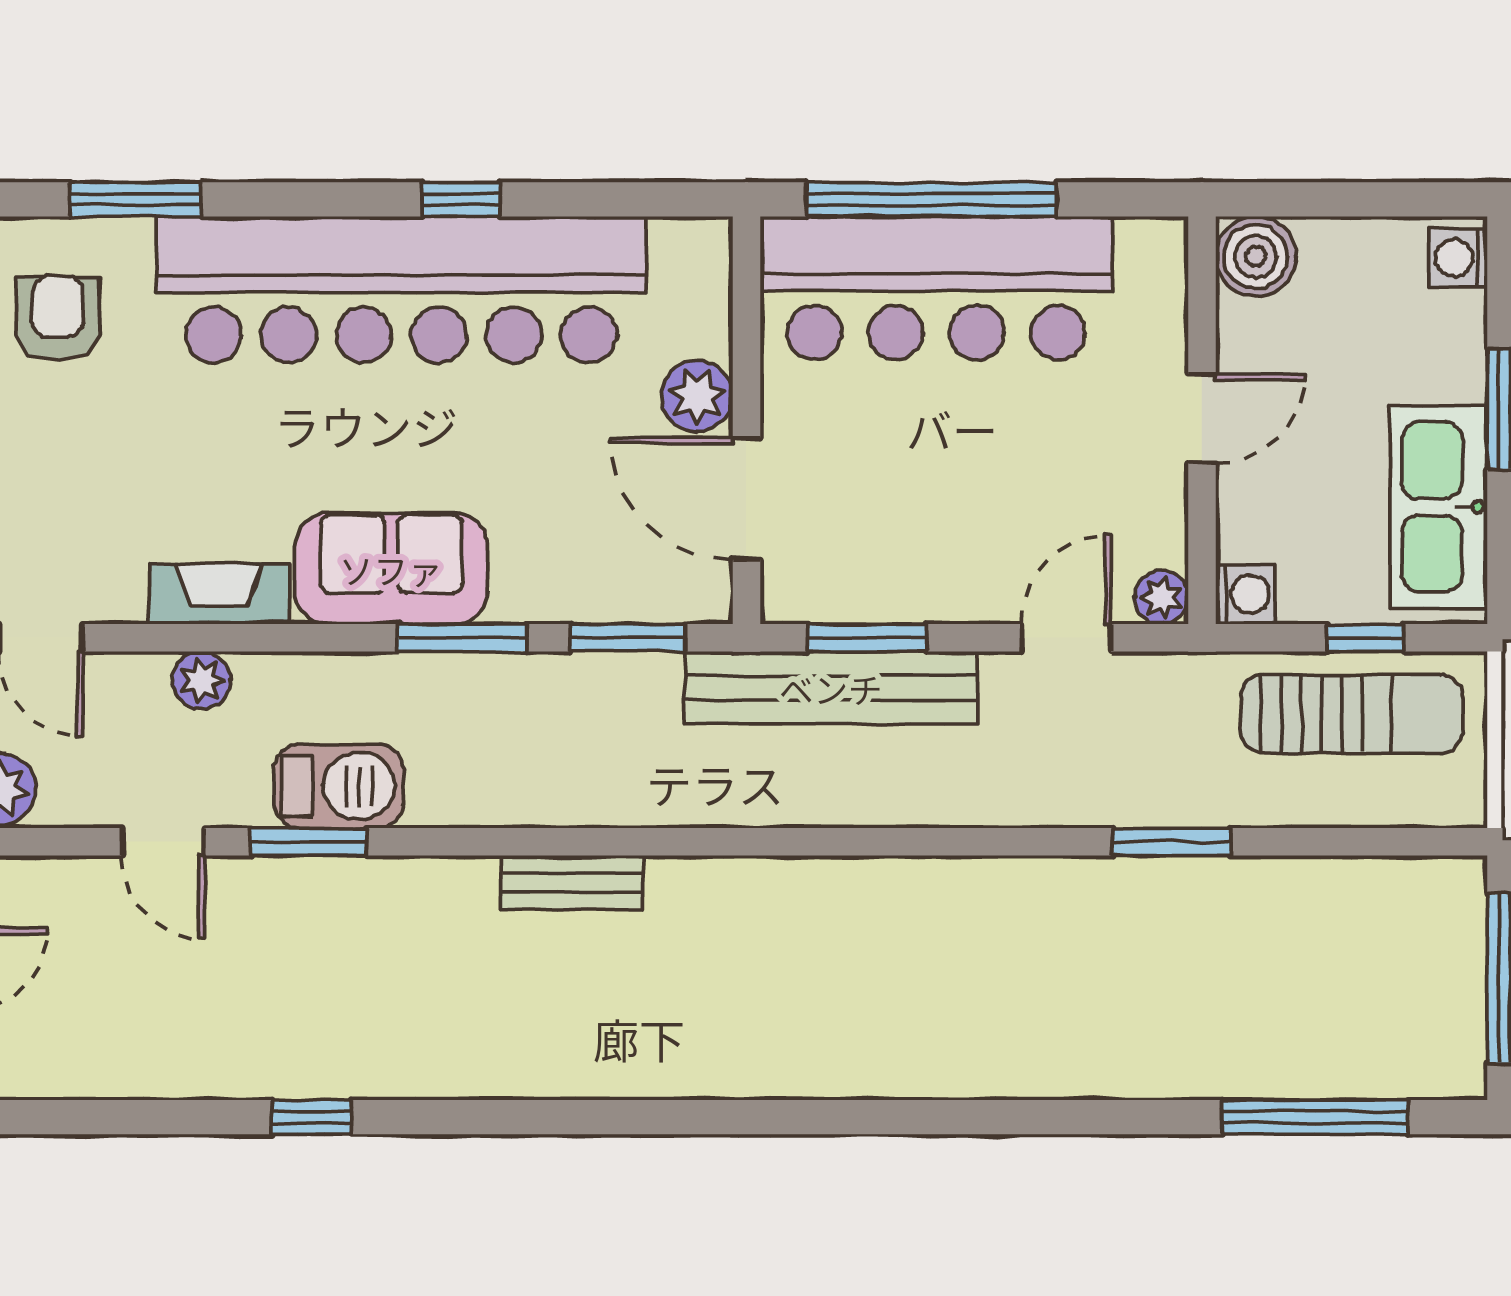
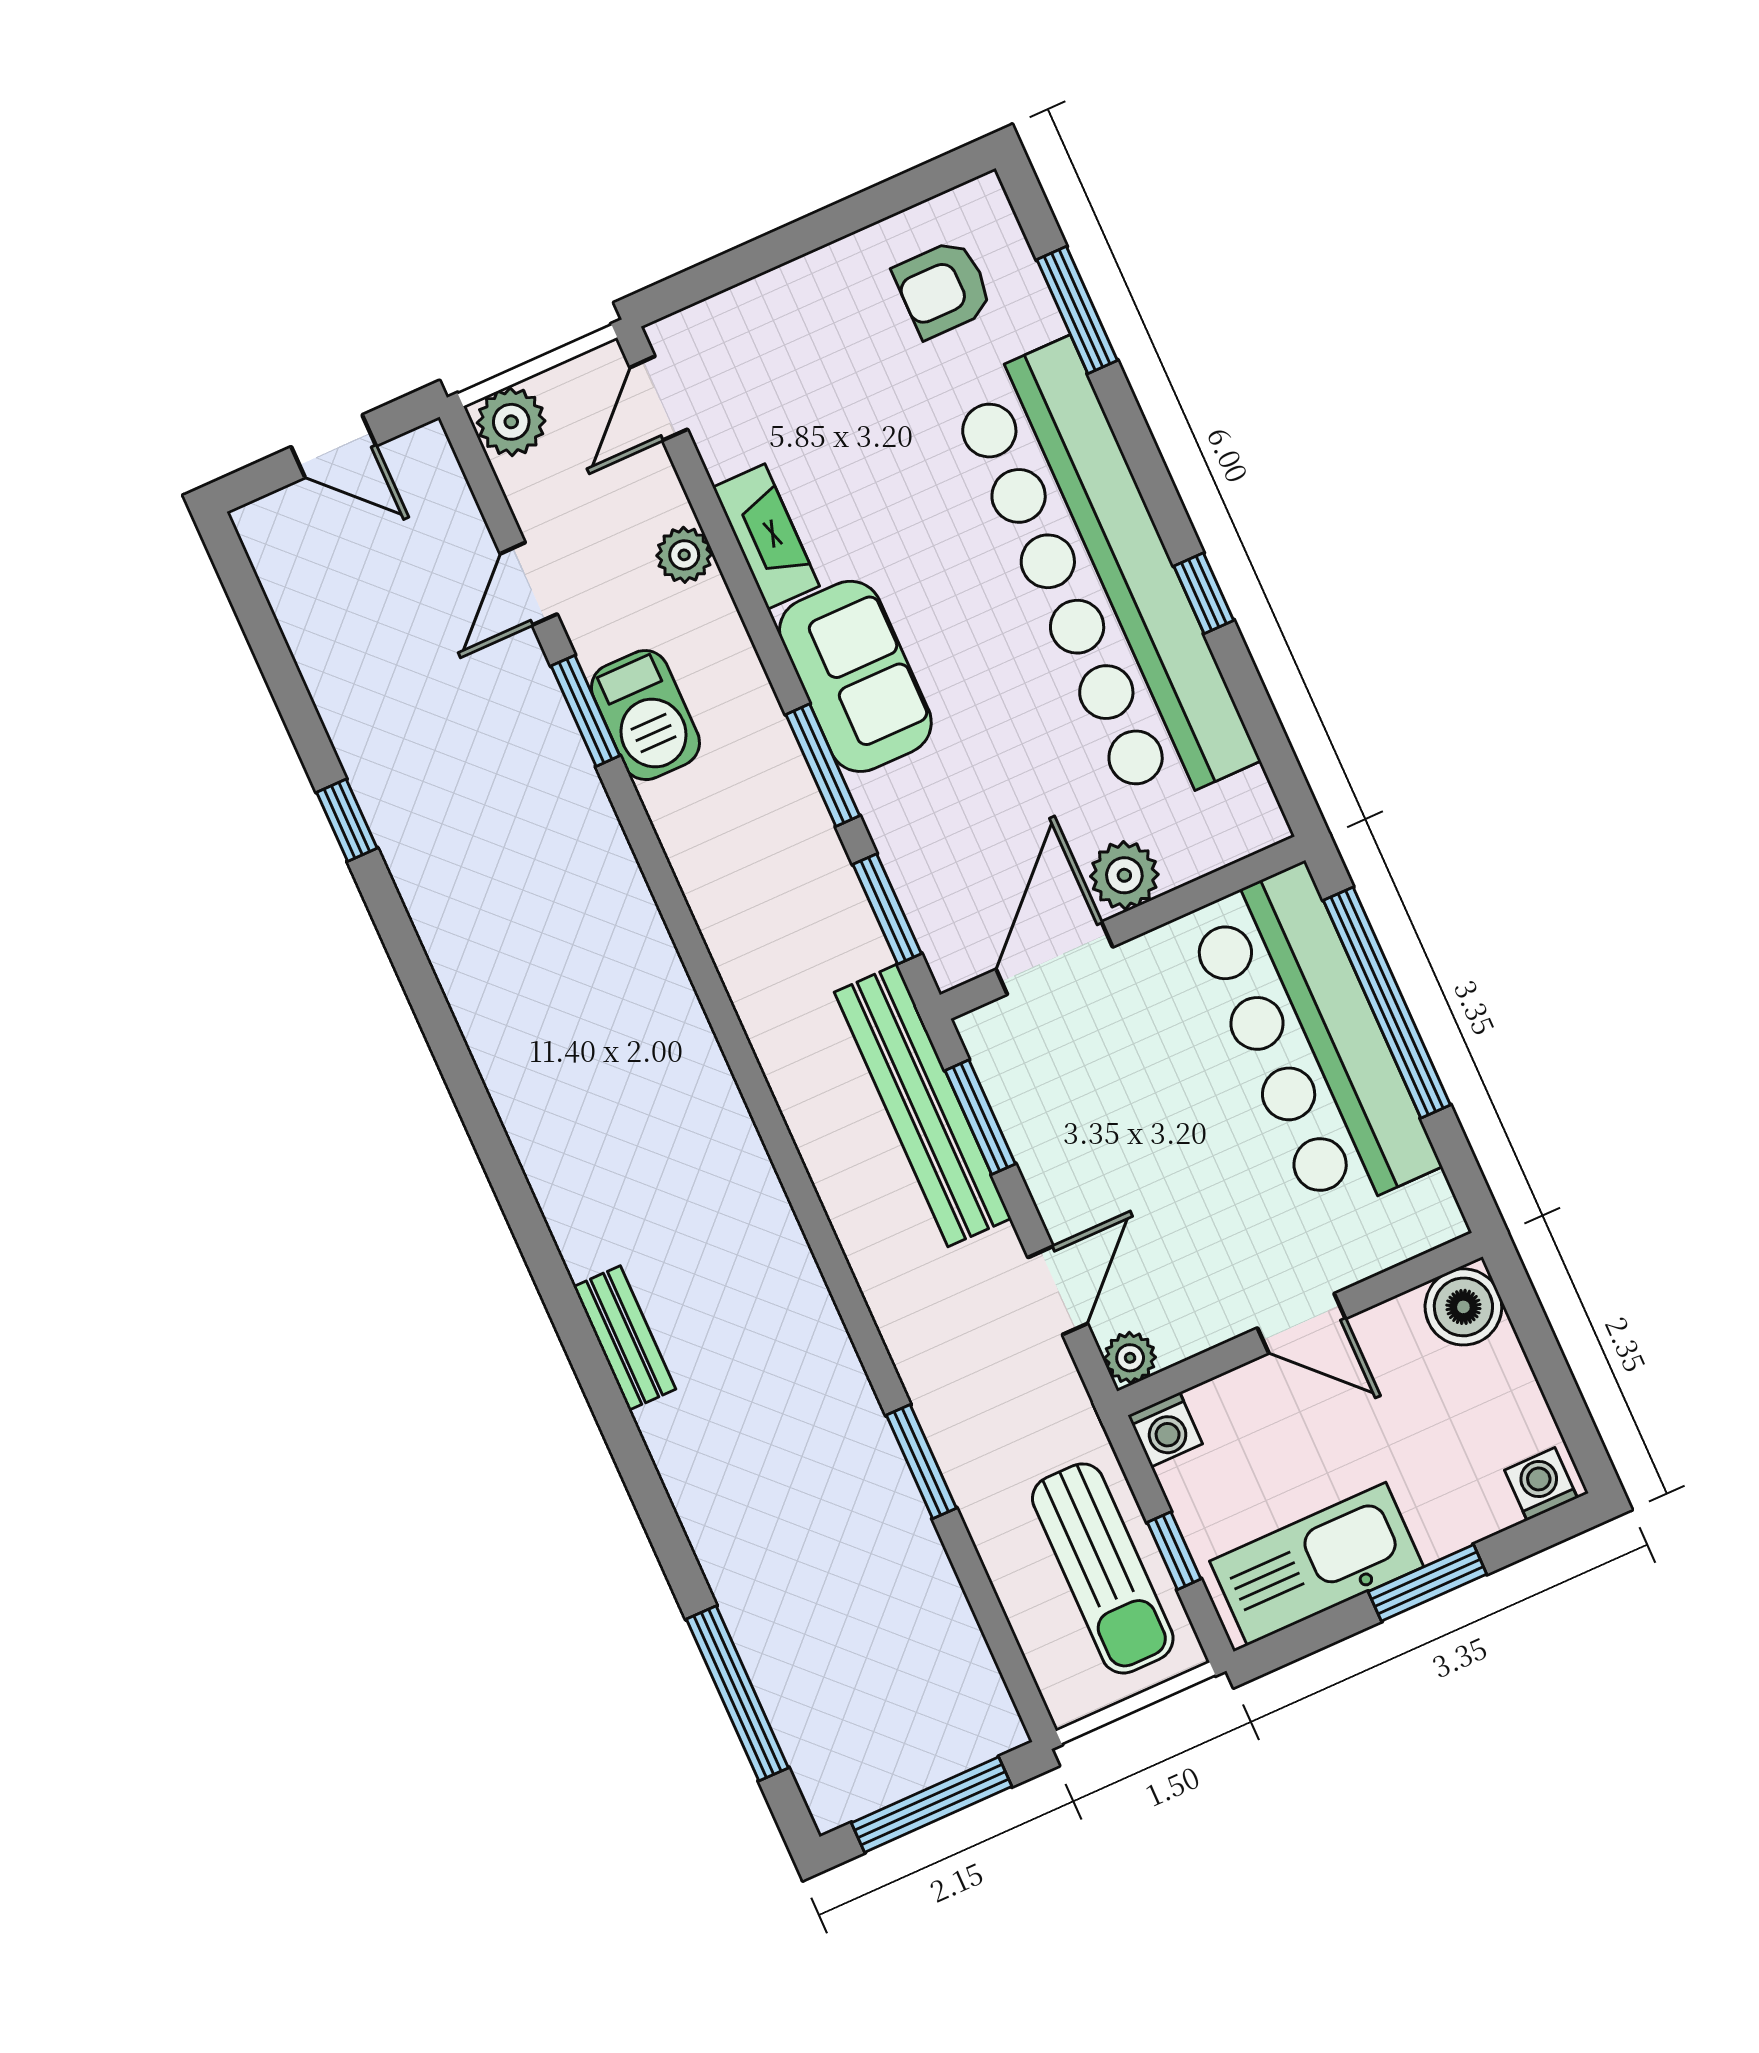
armchair: (58, 319) -> (943, 289), turned 180
door: (1066, 638) -> (1058, 1290), hinge flipped
bench: (572, 883) -> (625, 1338), moved

